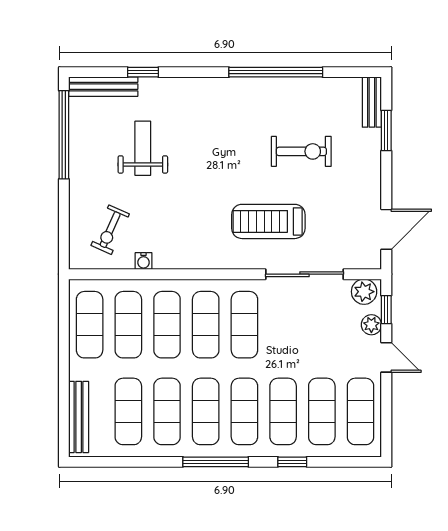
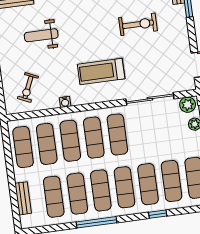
weight bench: (143, 148) -> (41, 35), turned -90
treadmill: (268, 221) -> (101, 71), moved
water cooler: (144, 261) -> (65, 102), moved
bench: (79, 417) -> (23, 198), width x0.73
window: (216, 462) -> (96, 222), moved

